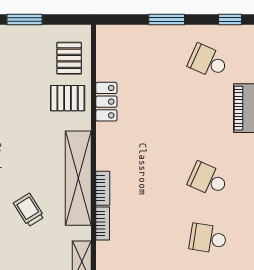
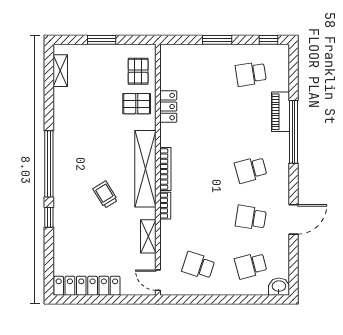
school desk: (208, 61) -> (251, 74), turned -33
school desk: (208, 179) -> (251, 170), turned -39
bookcase: (103, 188) -> (165, 169), width x1.56

